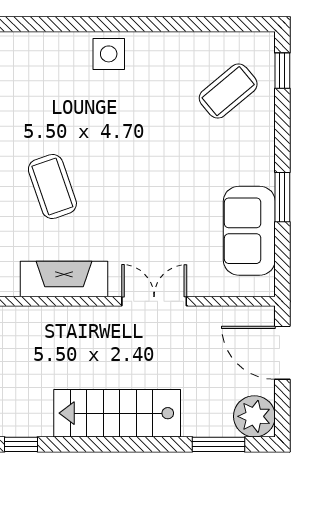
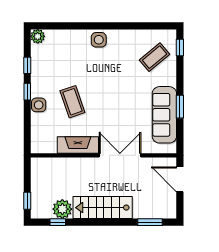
sofa: (249, 231) -> (164, 115), width x1.36
double door: (154, 301) -> (120, 155), width x1.37
plant: (254, 416) -> (62, 209), moved

